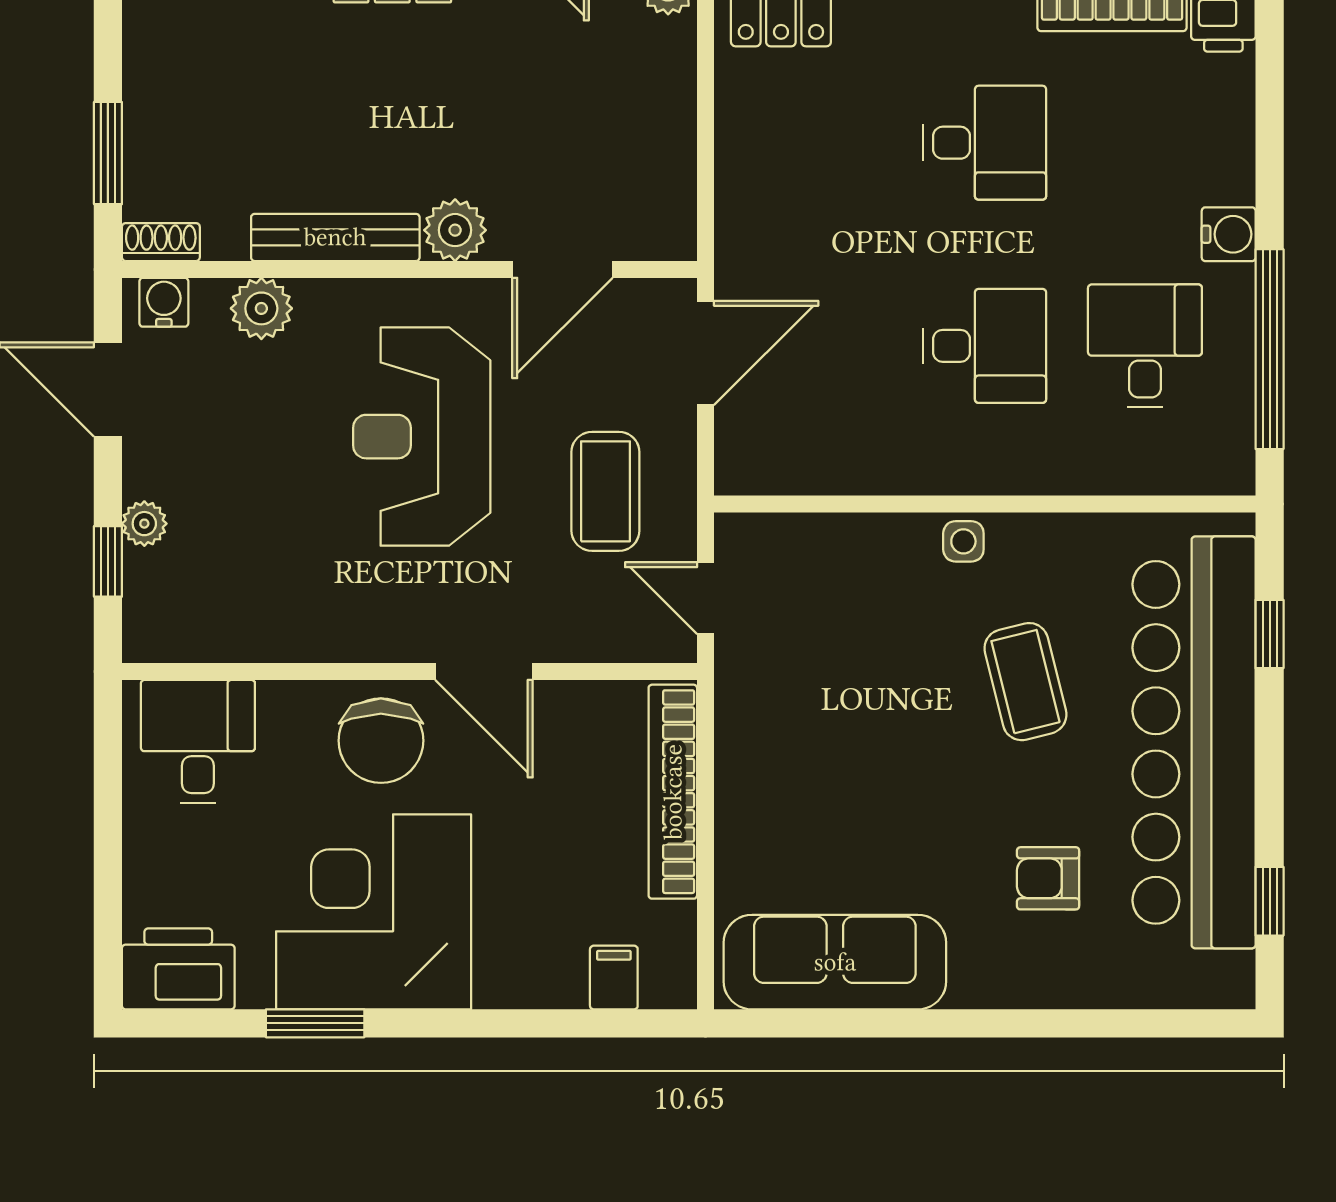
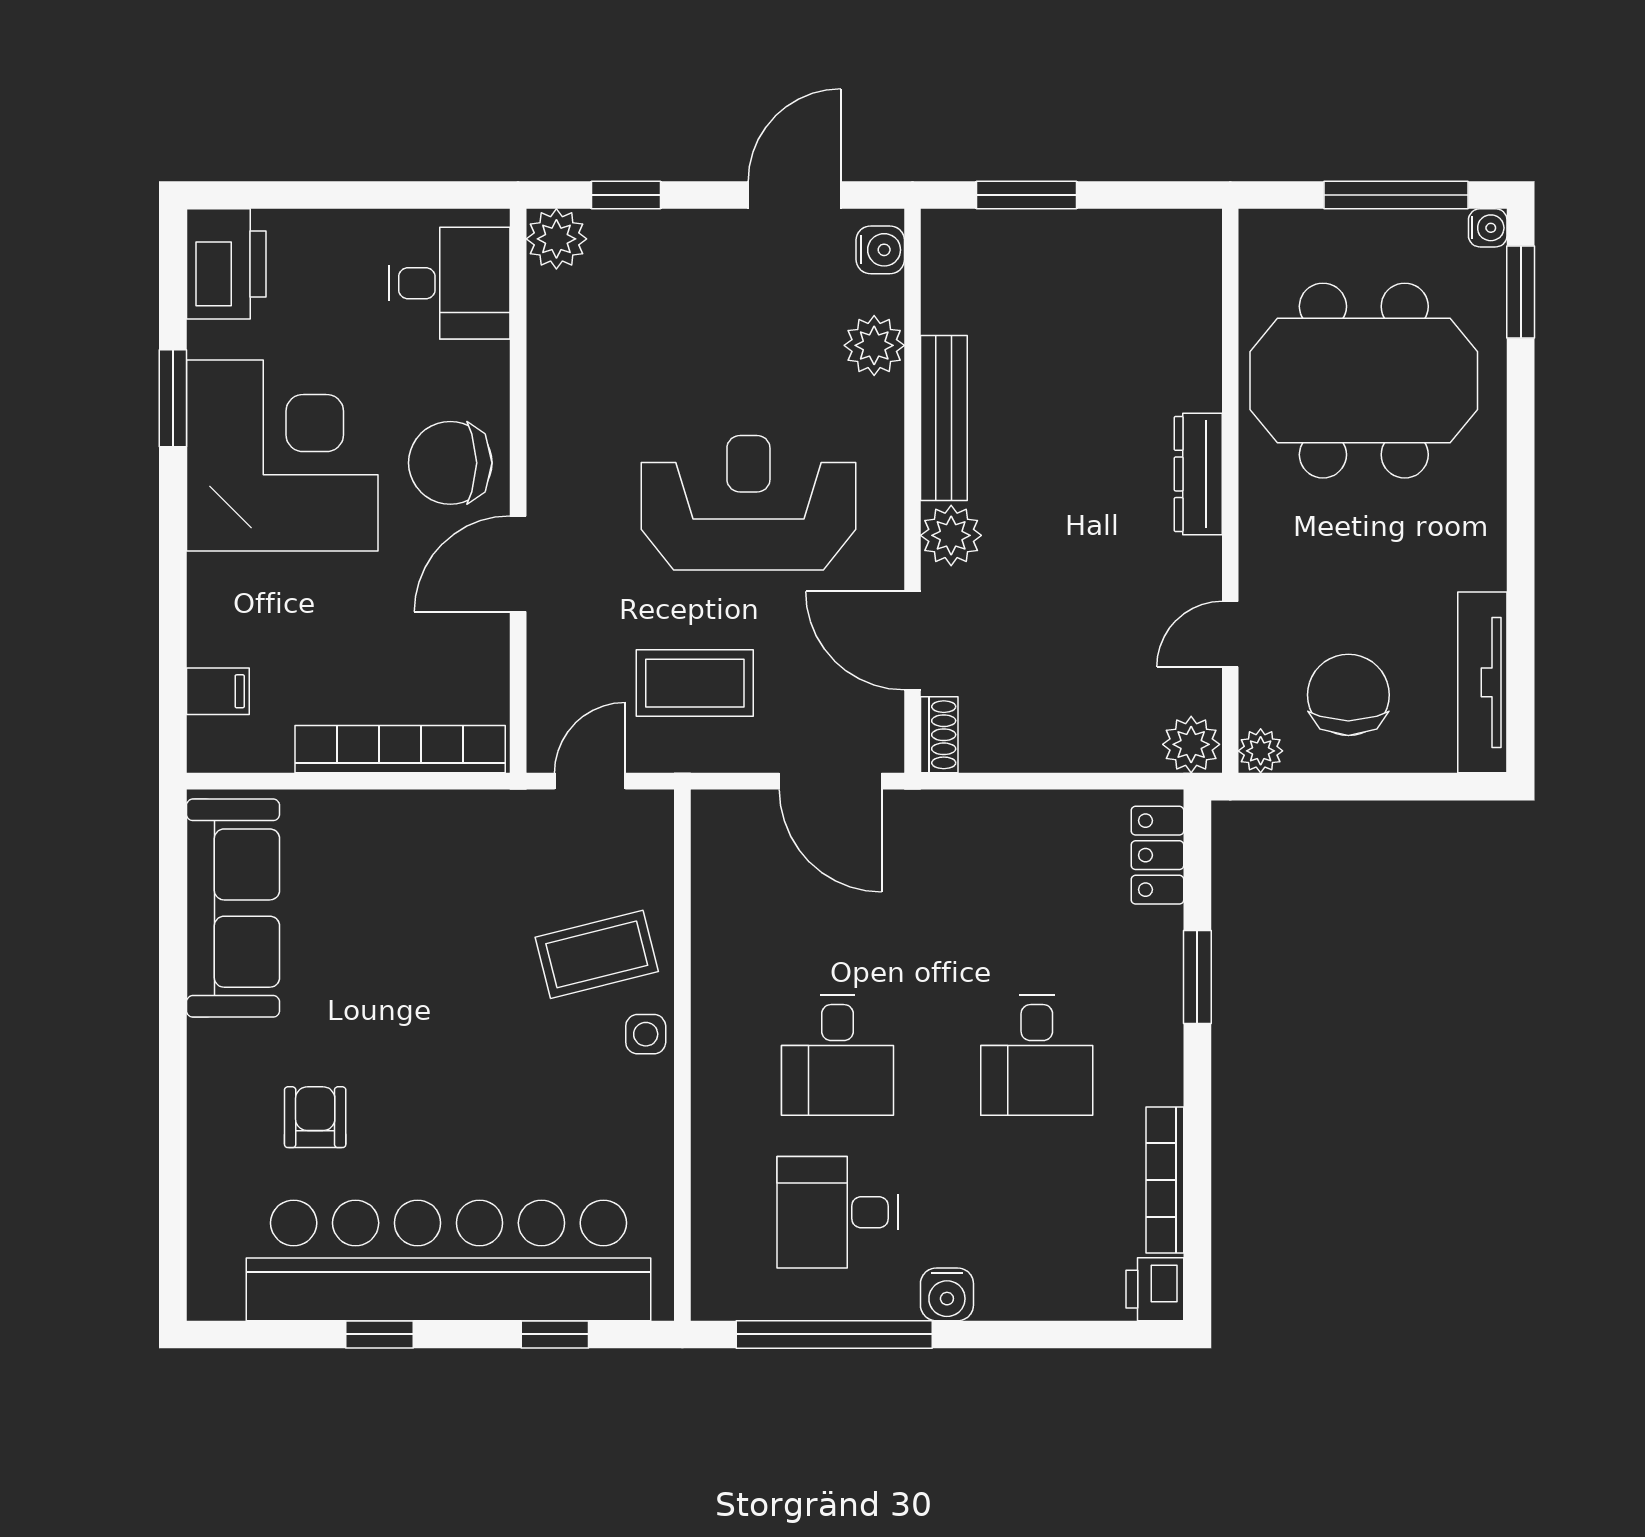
shoe rack: (161, 242) -> (939, 735), moved
desk: (1145, 346) -> (837, 1212), turned 180
plant: (144, 524) -> (556, 239), moved, width x1.38, depth x1.38
coffee table: (1025, 682) -> (597, 954), moved
window: (1270, 901) -> (379, 1334), moved

